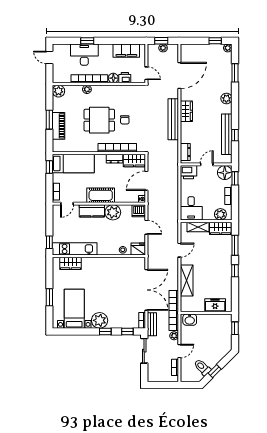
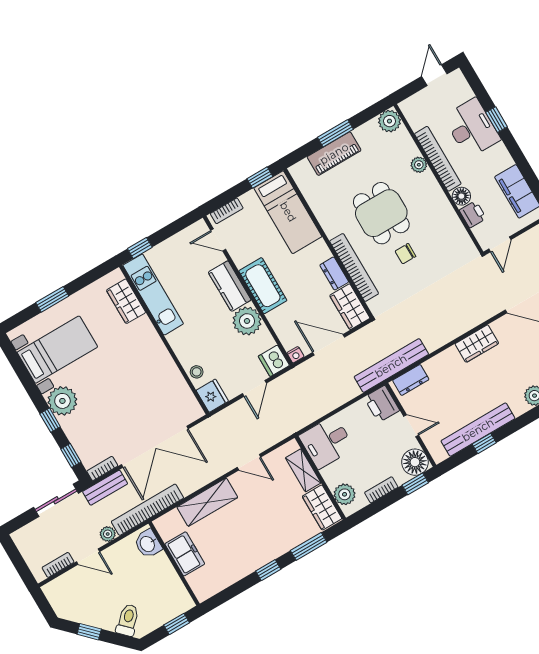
bench: (173, 119) -> (391, 366), moved
freezer: (215, 305) -> (185, 554), moved
toilet: (202, 367) -> (128, 620), moved

